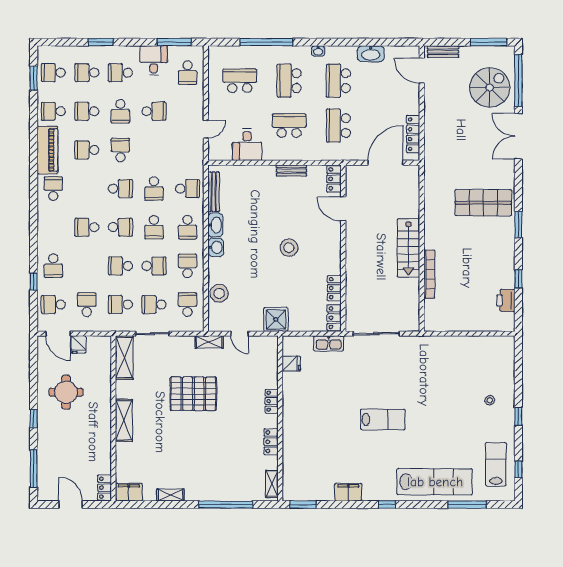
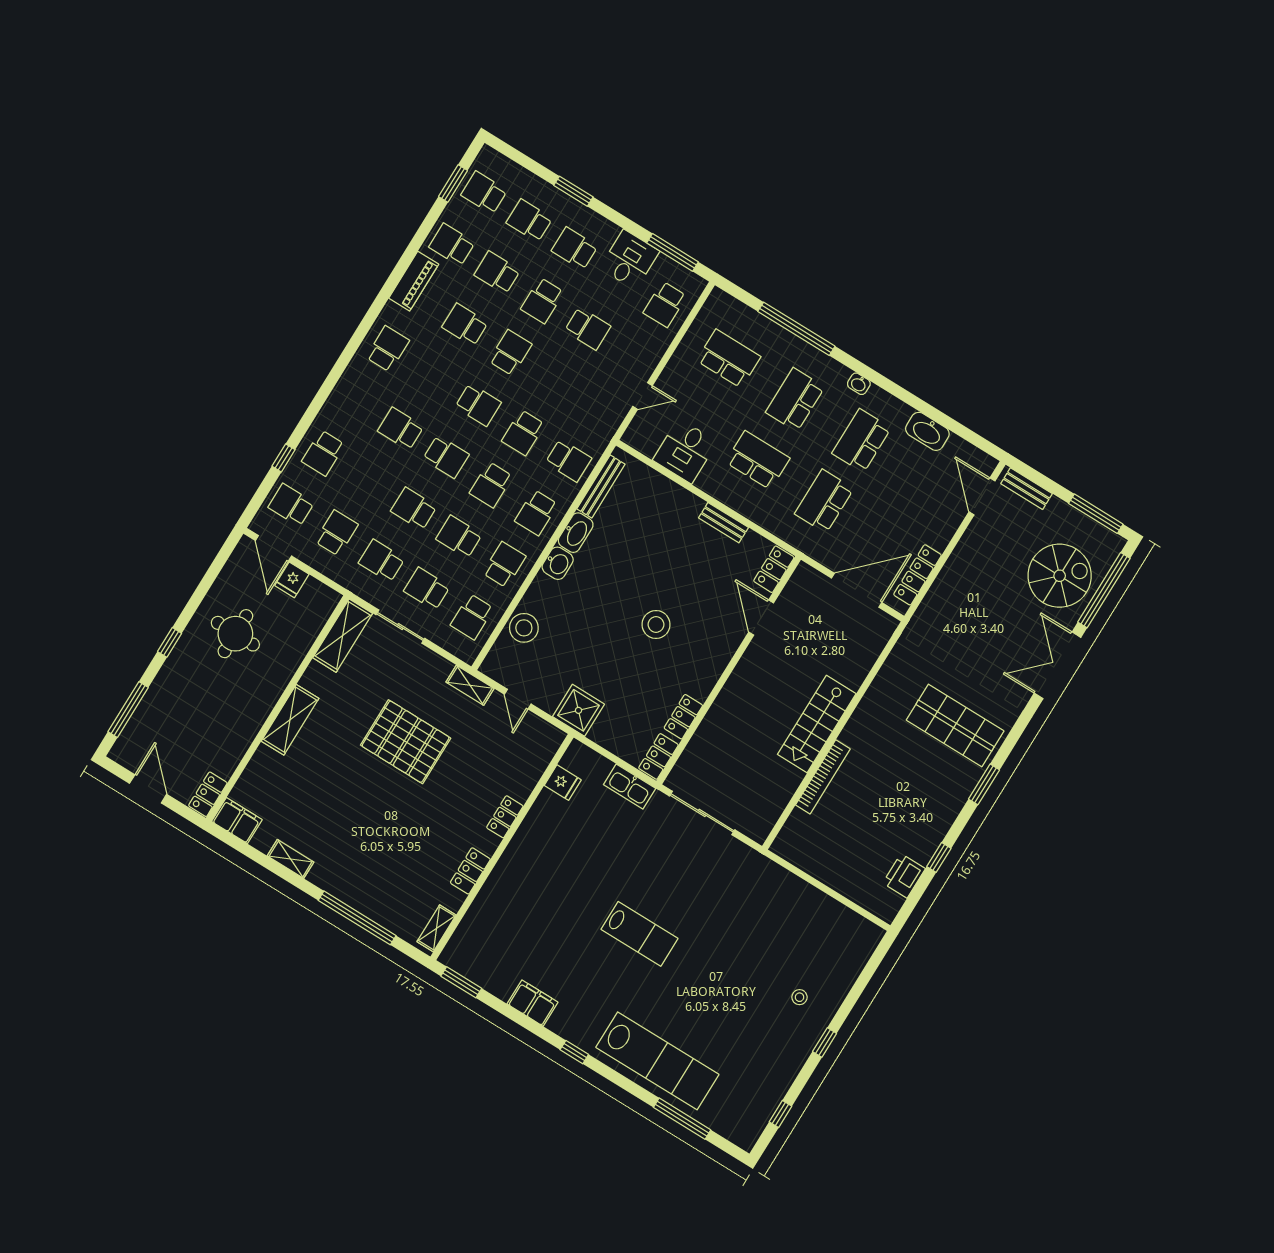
piano: (47, 150) -> (414, 281), width x0.73, depth x0.75
school desk: (154, 266) -> (459, 537), turned 180
school desk: (188, 305) -> (472, 617), turned 180
lab bench: (496, 464) -> (754, 1088), removed

